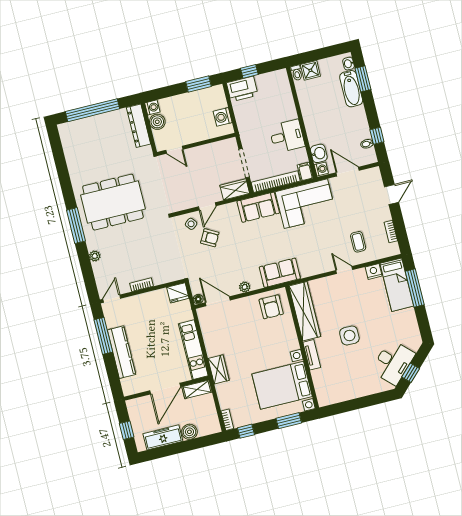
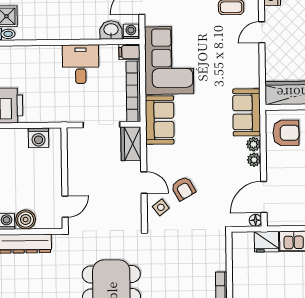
armchair: (210, 238) -> (183, 188), turned 121
plant: (256, 284) -> (253, 144), added
fridge: (178, 293) -> (266, 242), moved, turned 90

